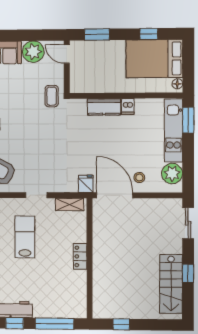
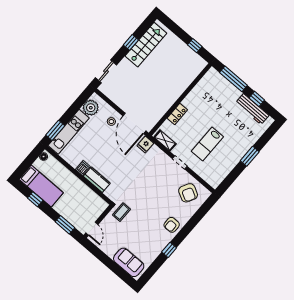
plant: (33, 52) -> (110, 247), removed
bed: (154, 59) -> (41, 186), width x0.67
locker: (80, 256) -> (177, 114), moved

